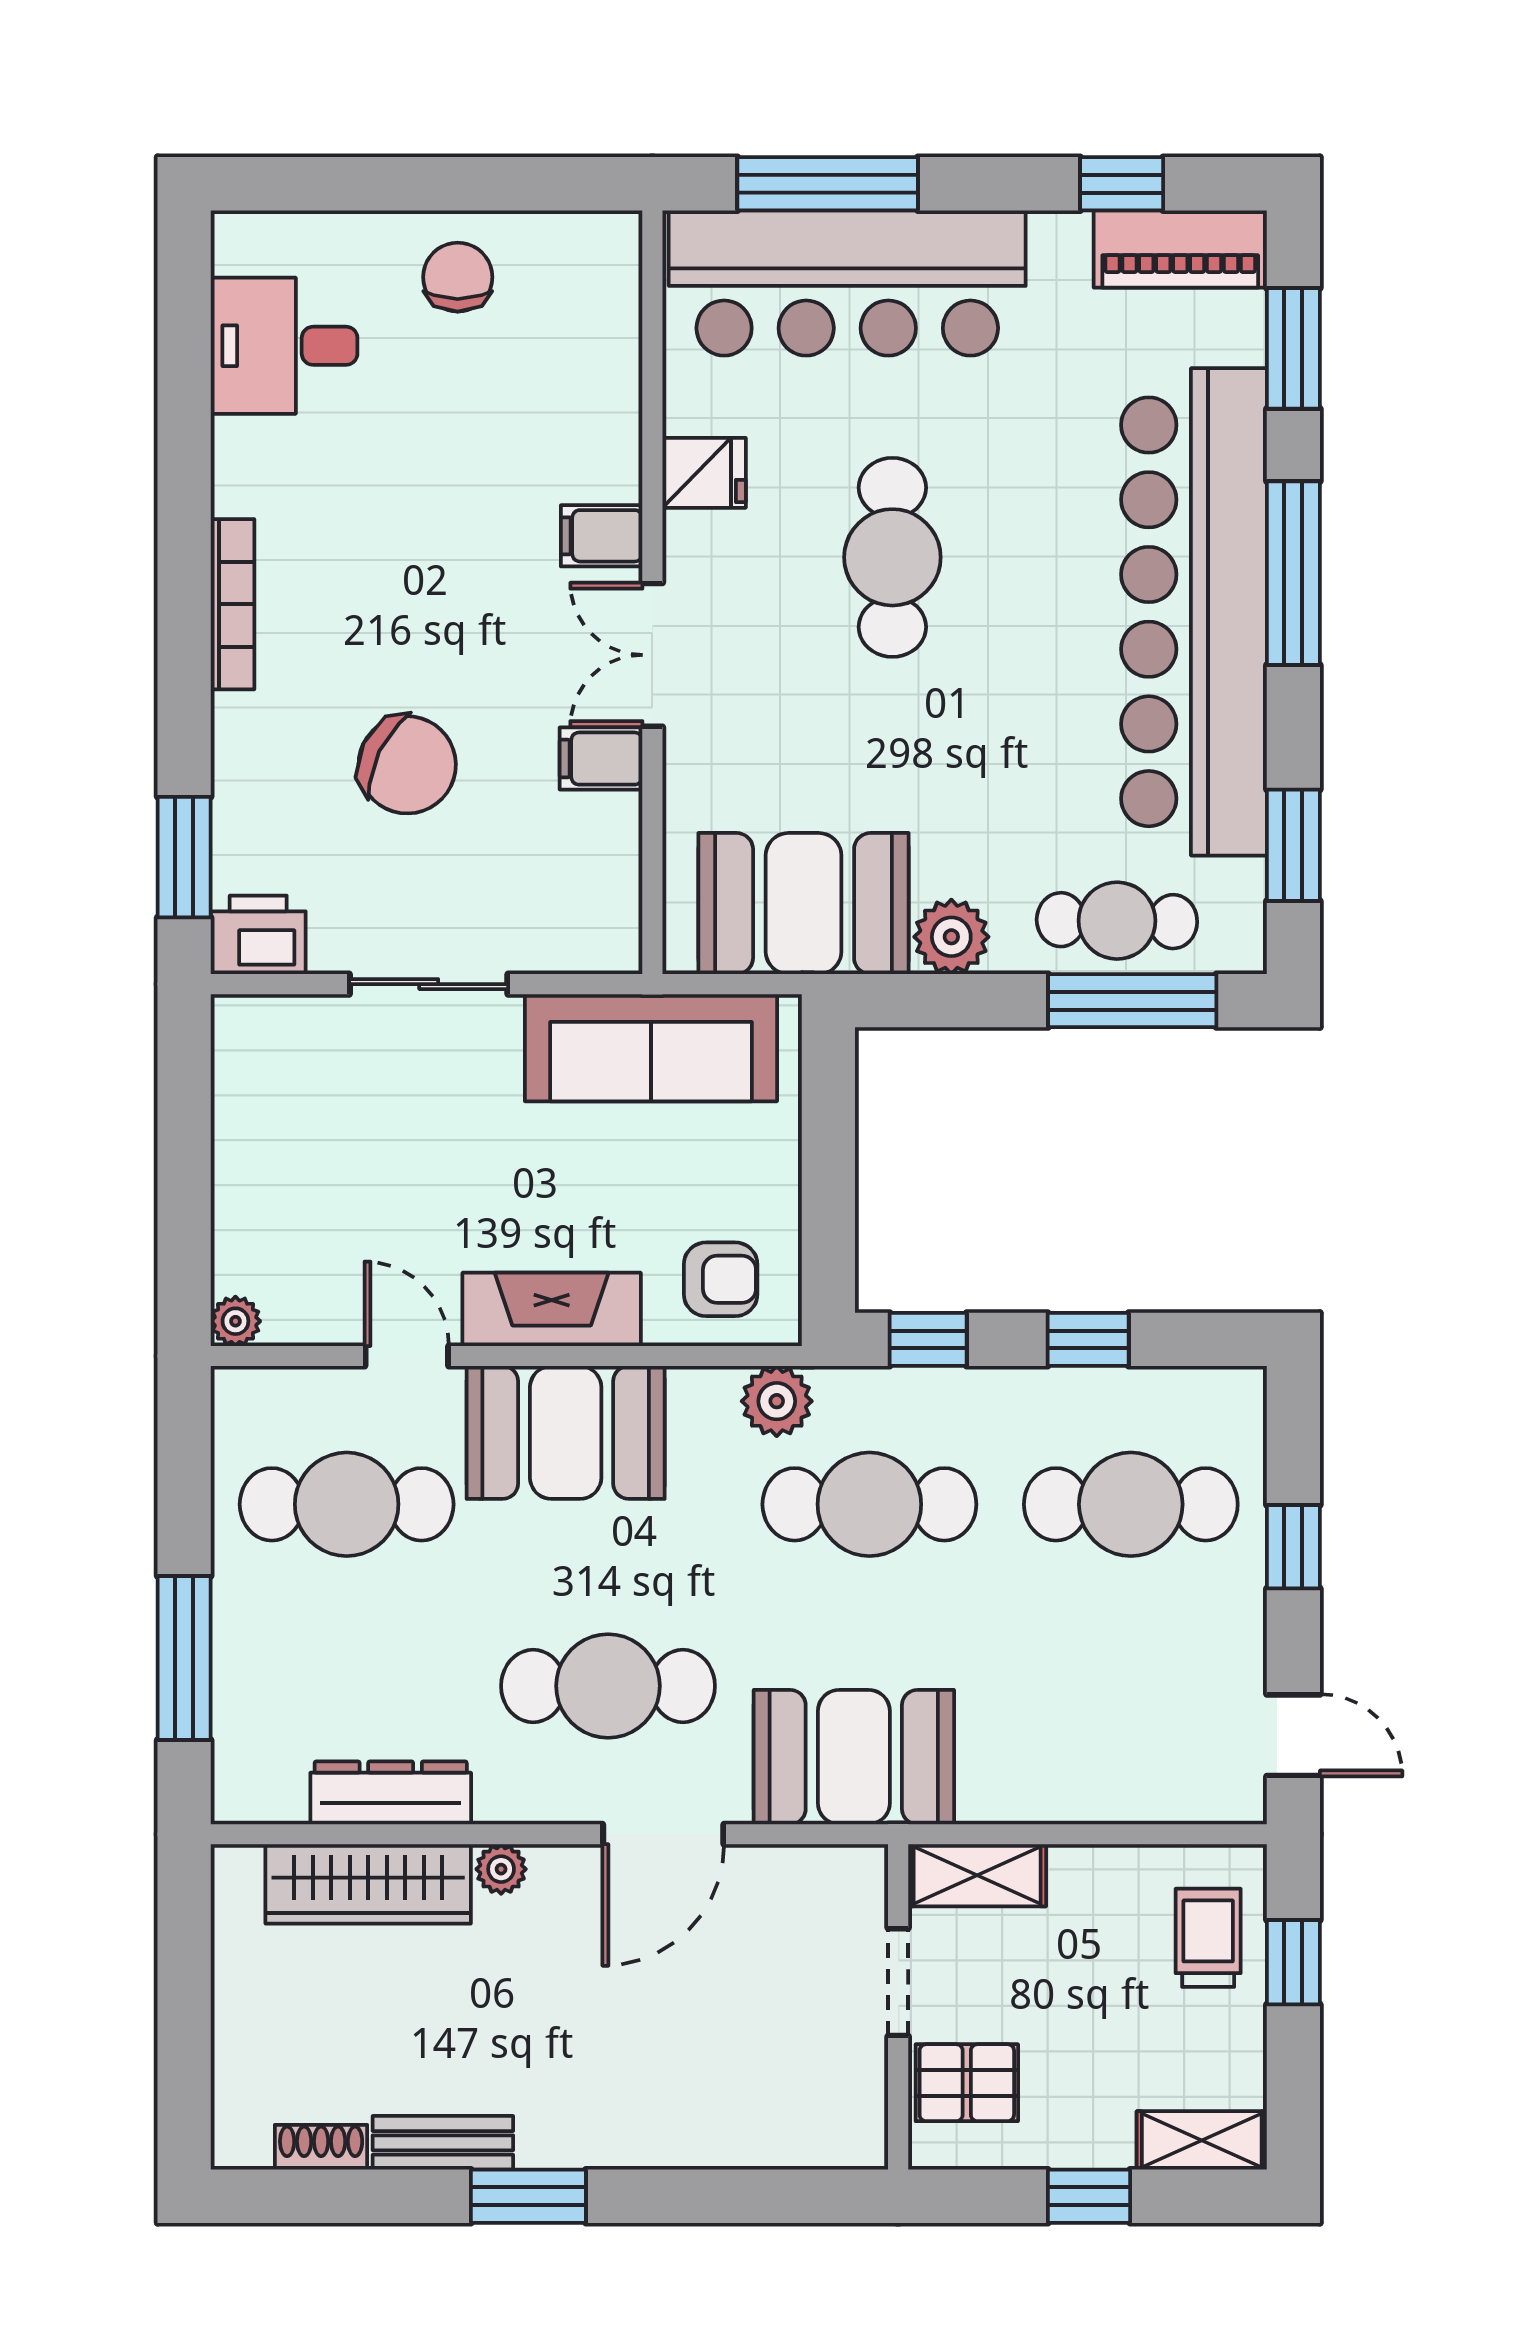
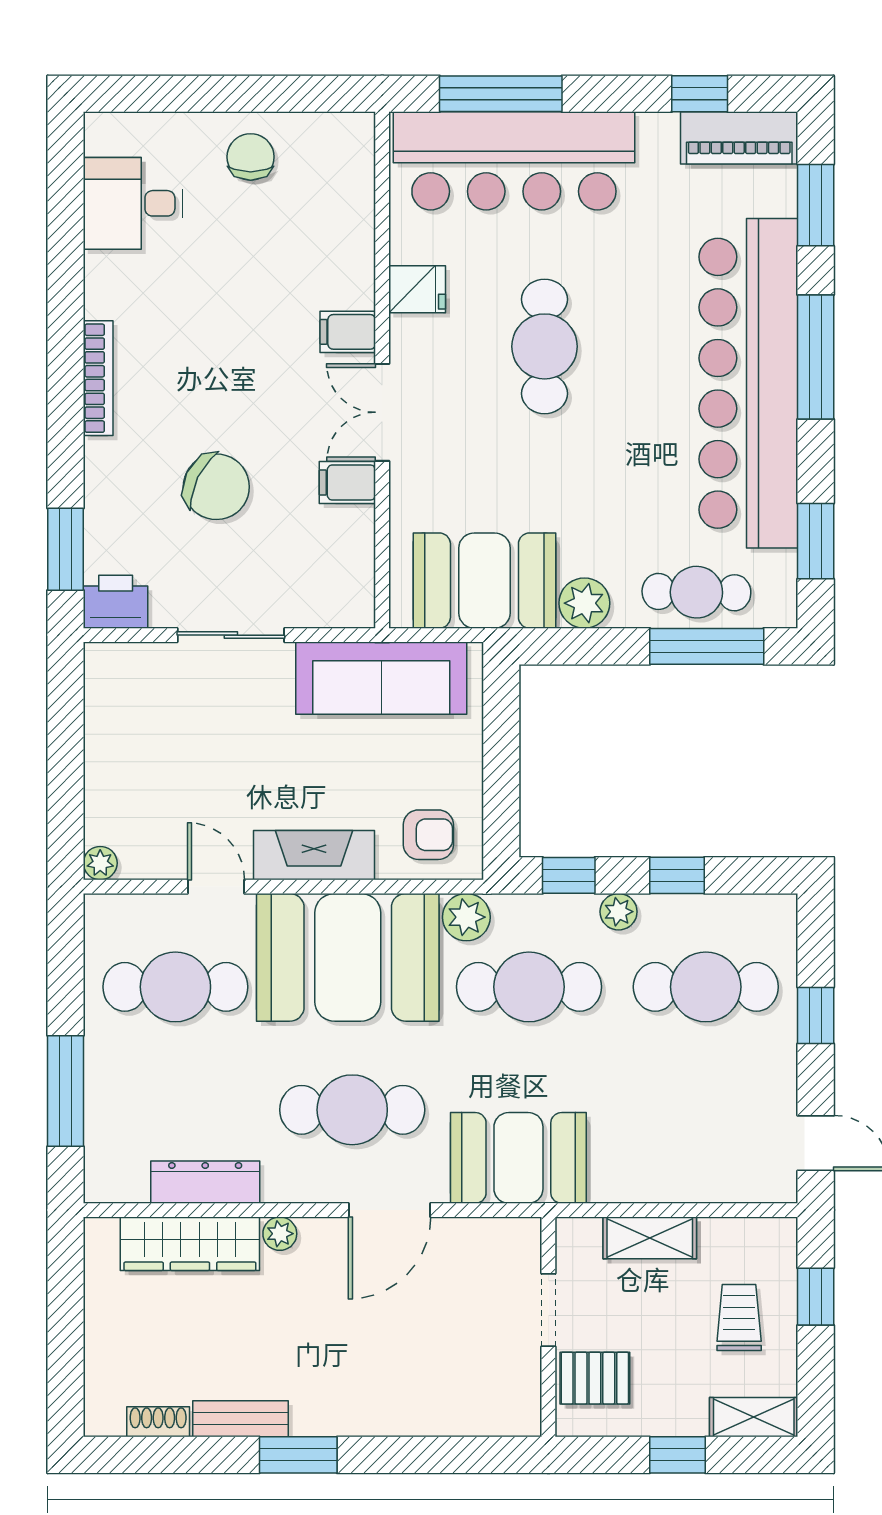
plant: (1002, 1393) -> (619, 912), added
booth: (566, 1432) -> (348, 957), width x1.36, depth x1.42
shelving: (977, 1875) -> (650, 1238), moved
trolley: (1208, 1938) -> (739, 1317), moved

